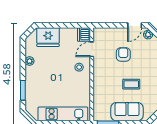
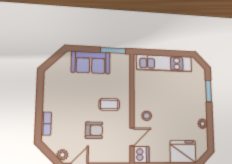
armchair: (123, 54) -> (94, 130), turned -90
coffee table: (131, 84) -> (109, 104), moved

